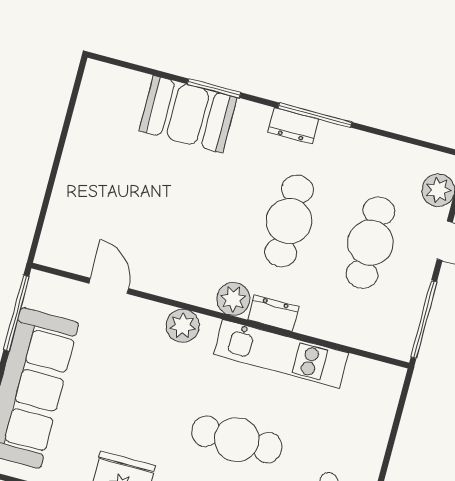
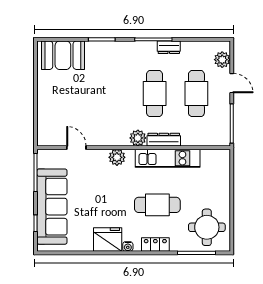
booth: (188, 114) -> (63, 55), moved
dresser: (293, 126) -> (169, 47), moved
dresser: (273, 313) -> (164, 140), width x1.44

